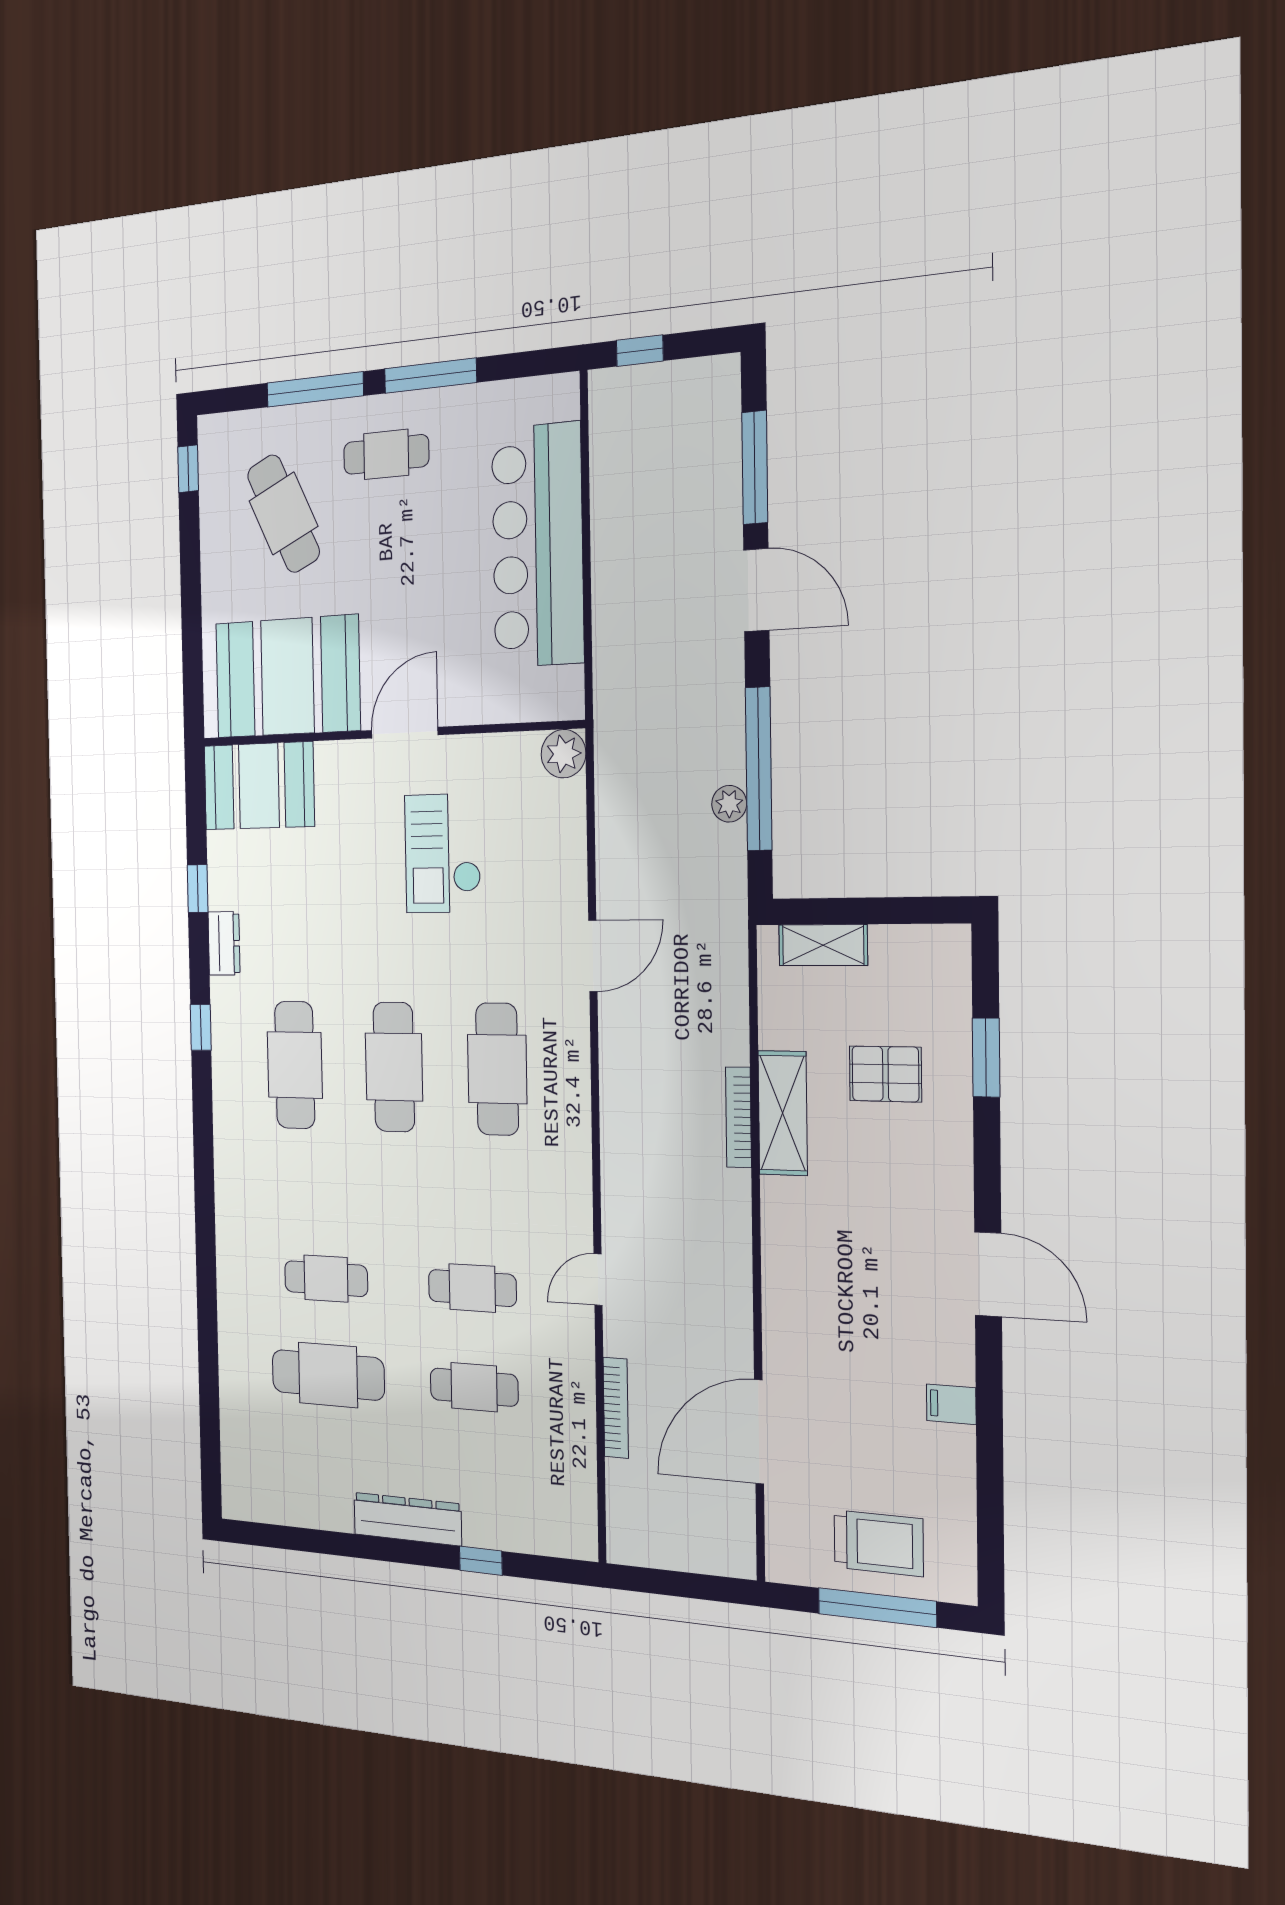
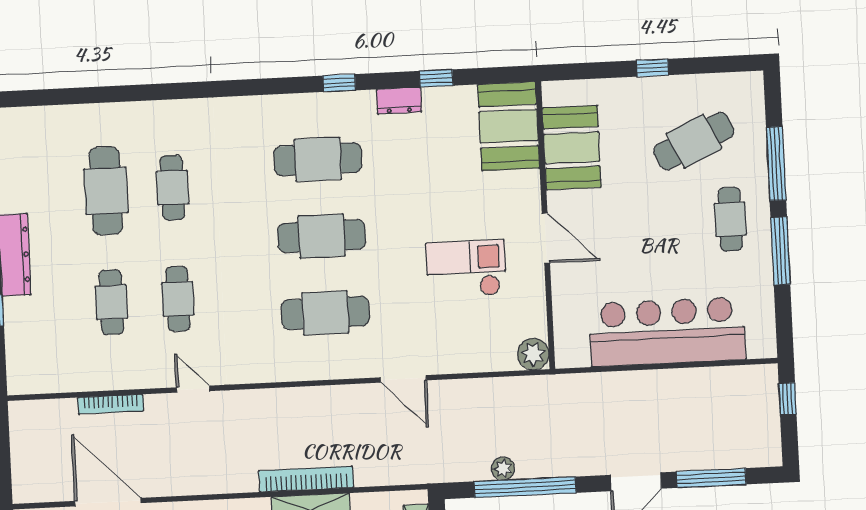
window: (188, 469) -> (653, 68), moved
booth: (287, 677) -> (572, 148), width x0.73, depth x0.70
bookcase: (739, 1117) -> (306, 479), width x1.48, depth x1.31

